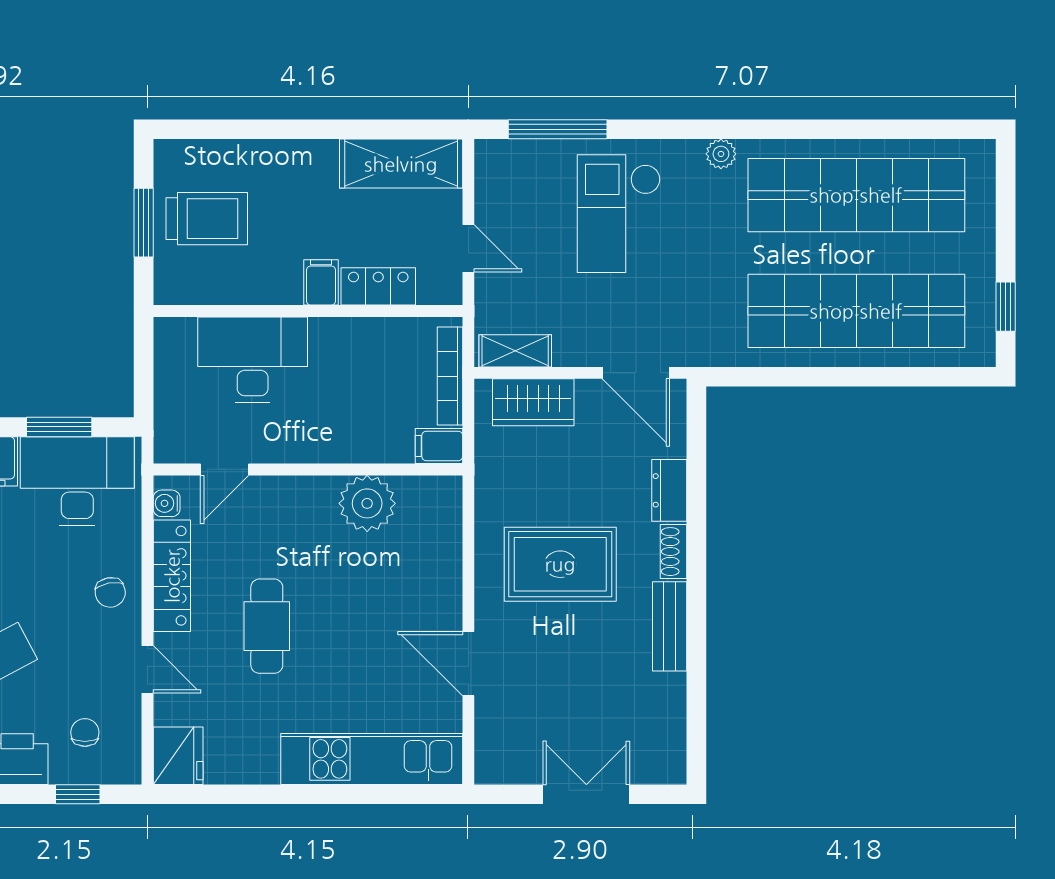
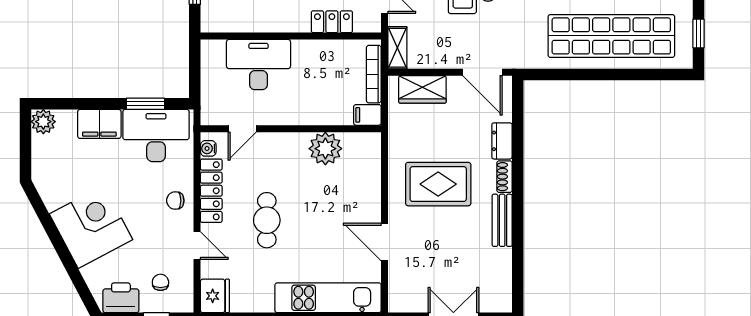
filing cabinet: (321, 282) -> (298, 19), removed
shelving: (515, 351) -> (397, 48), moved, turned 90
chair: (110, 592) -> (175, 201), turned 101

